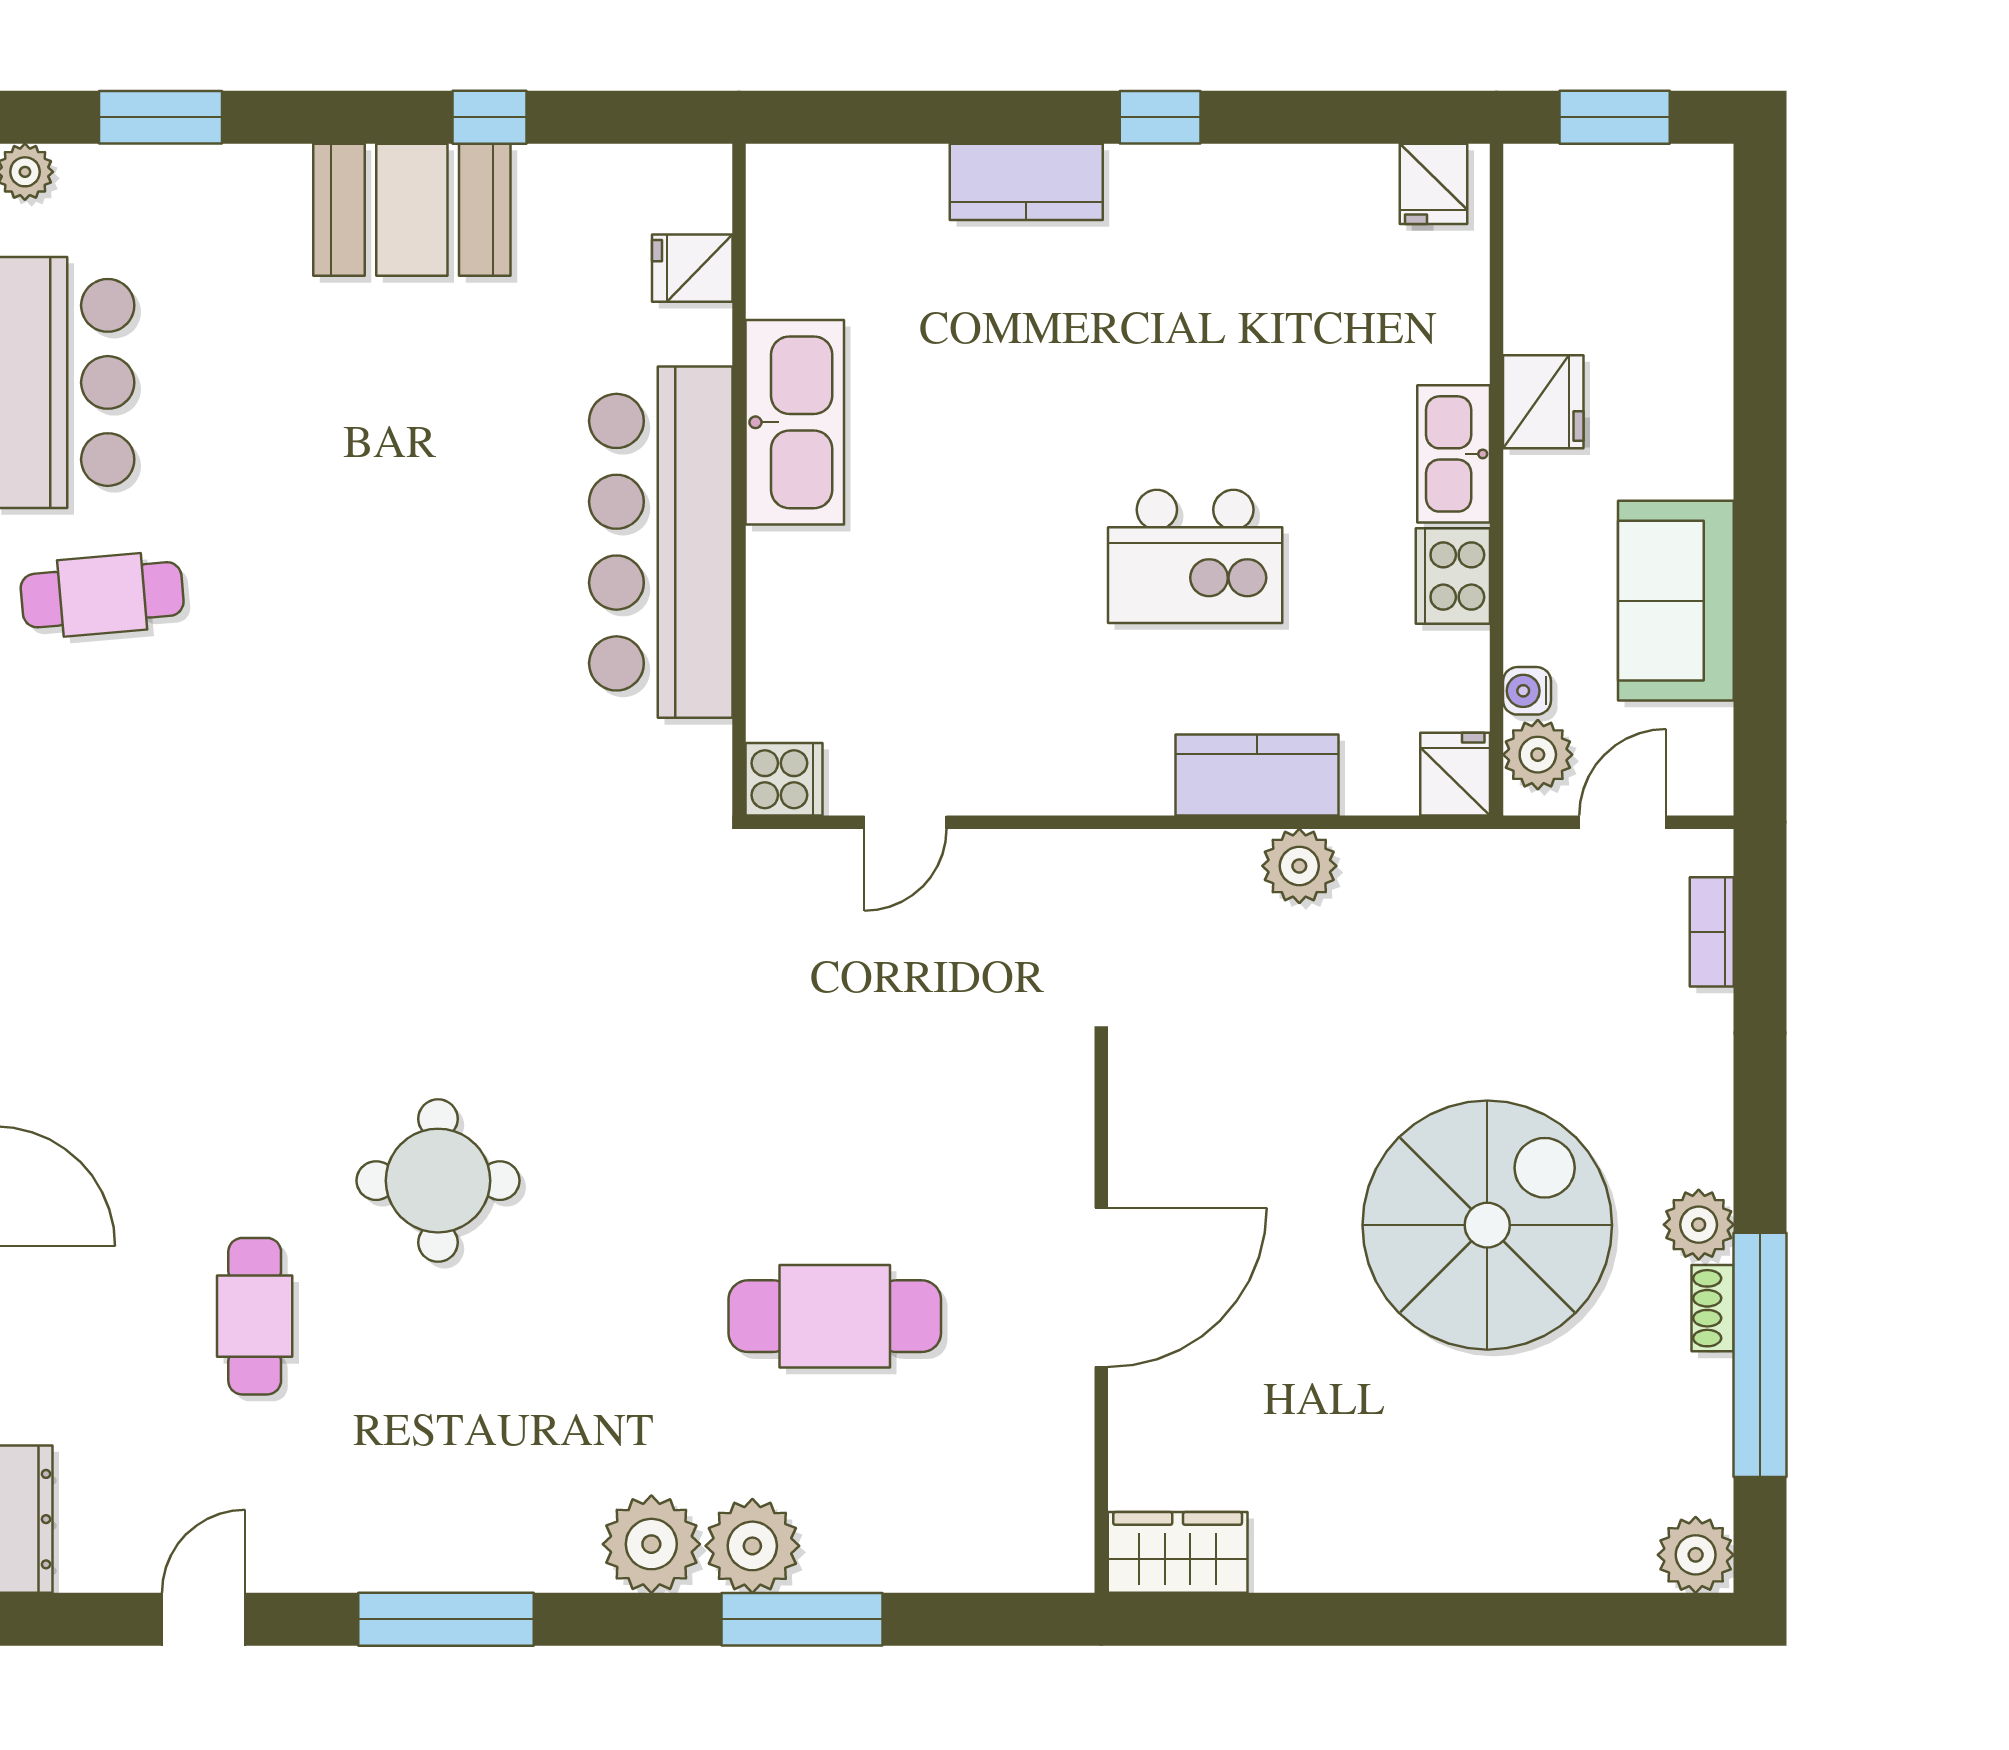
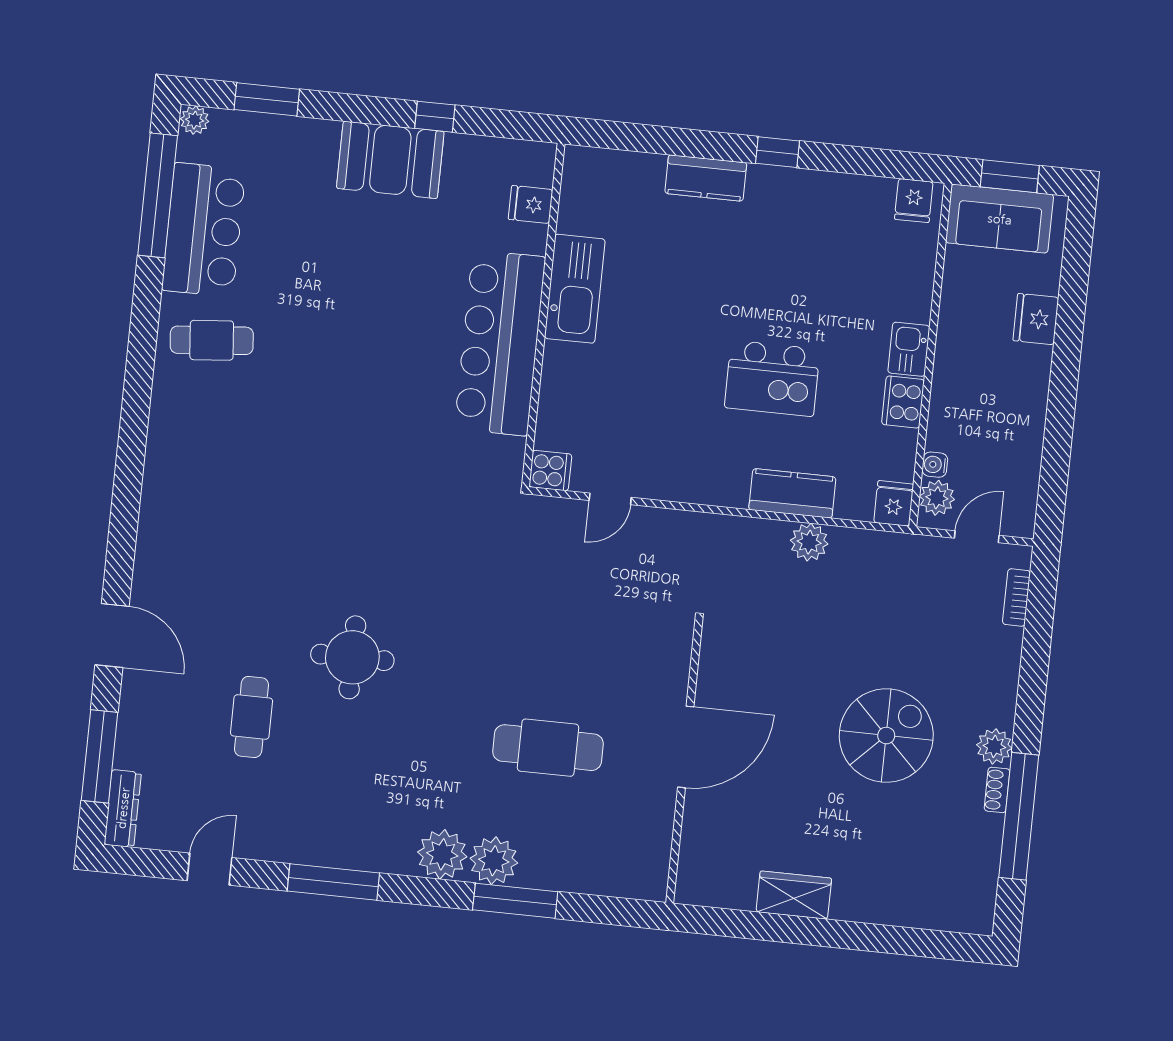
fridge: (1543, 402) -> (1036, 319), moved, turned 180
kitchen sink: (1454, 454) -> (909, 349), width x0.73
sofa: (1676, 601) -> (1000, 219), moved, turned -90
spiral stairs: (1487, 1225) -> (886, 736), width x0.73, depth x0.73
wardrobe: (1178, 1552) -> (794, 895), moved
plant: (1696, 1555) -> (975, 915), removed

